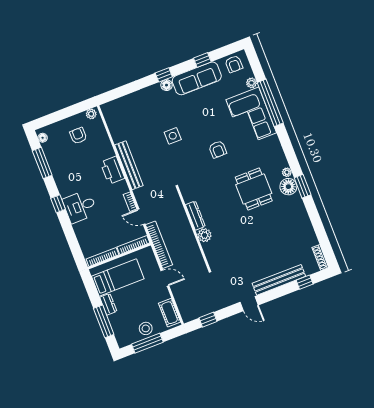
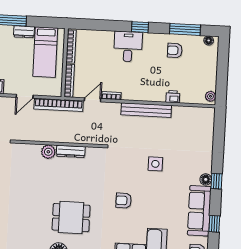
armchair: (78, 136) -> (175, 50), moved, turned 180
printer: (112, 170) -> (173, 97), moved, width x0.53, depth x0.68

